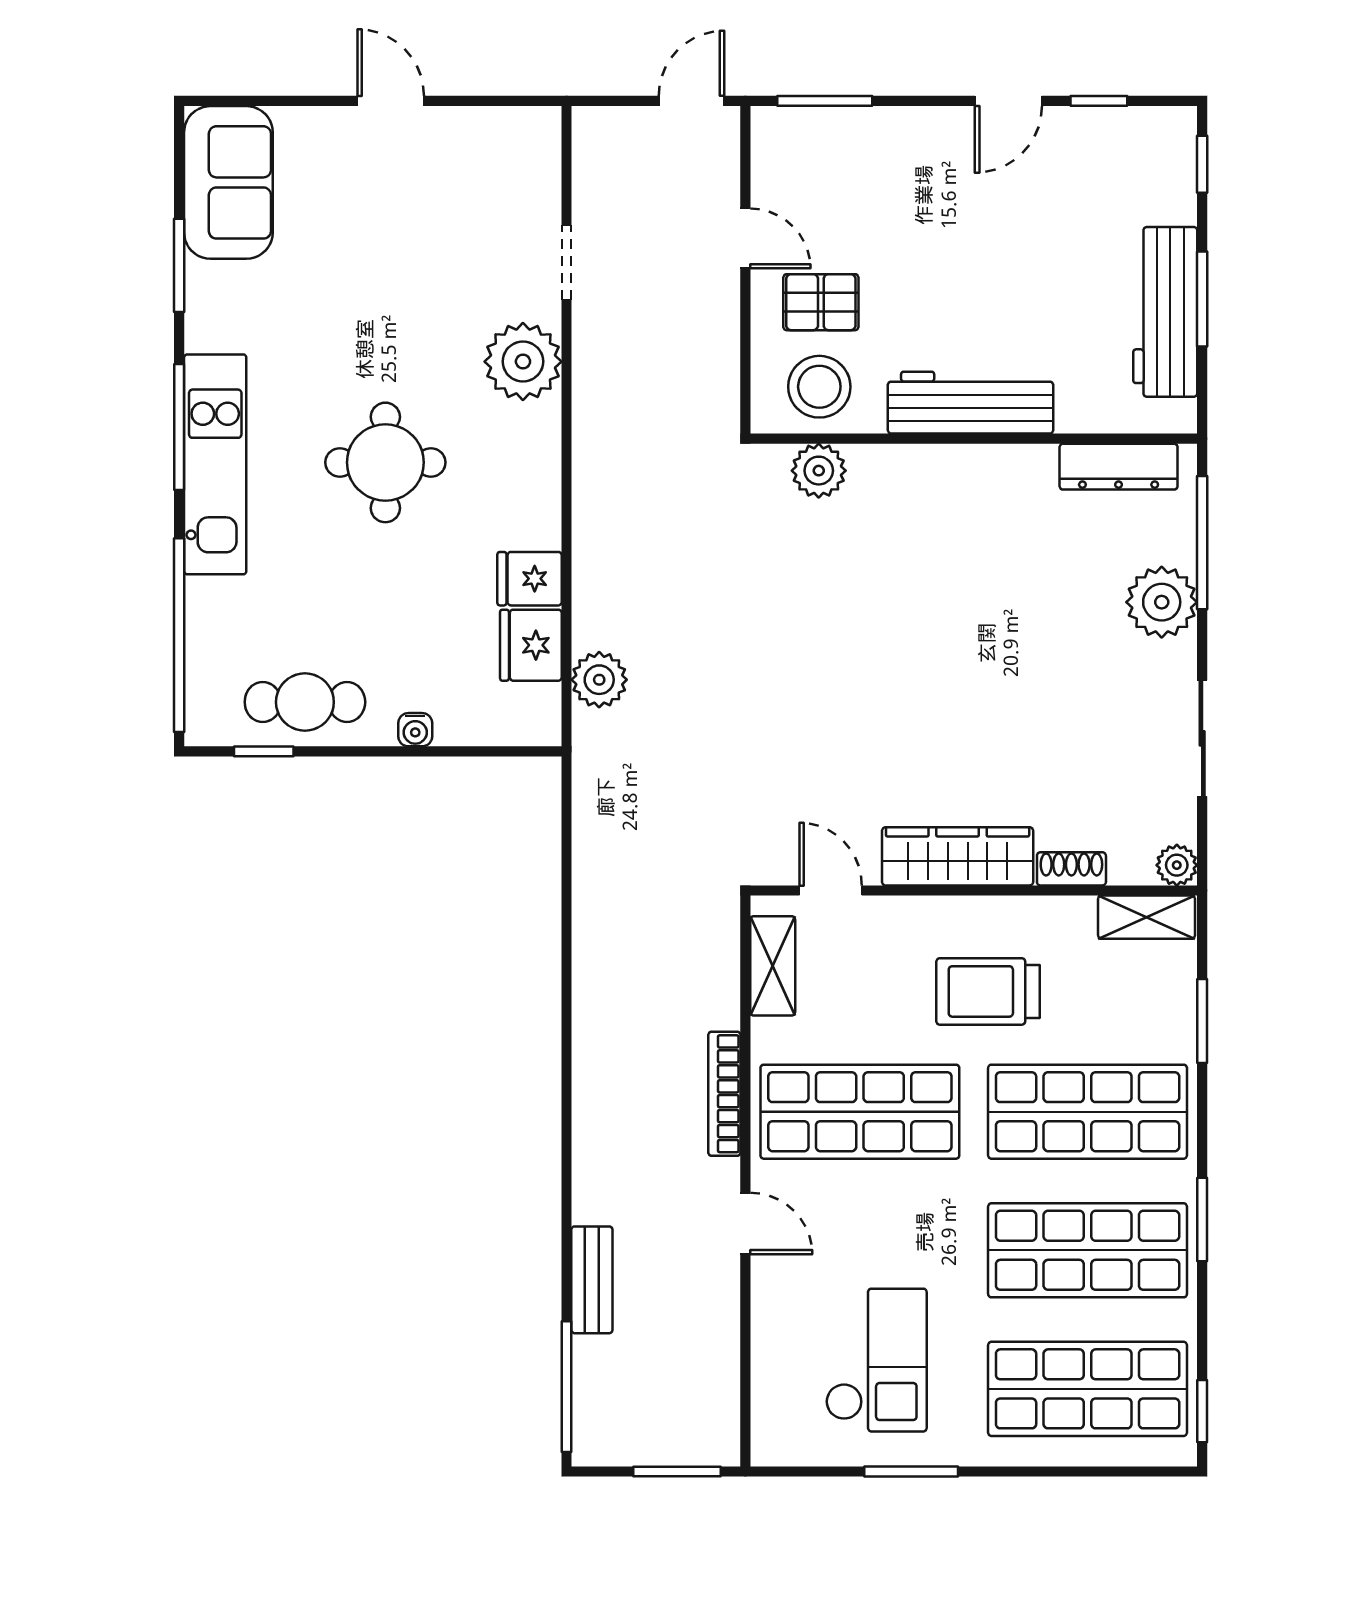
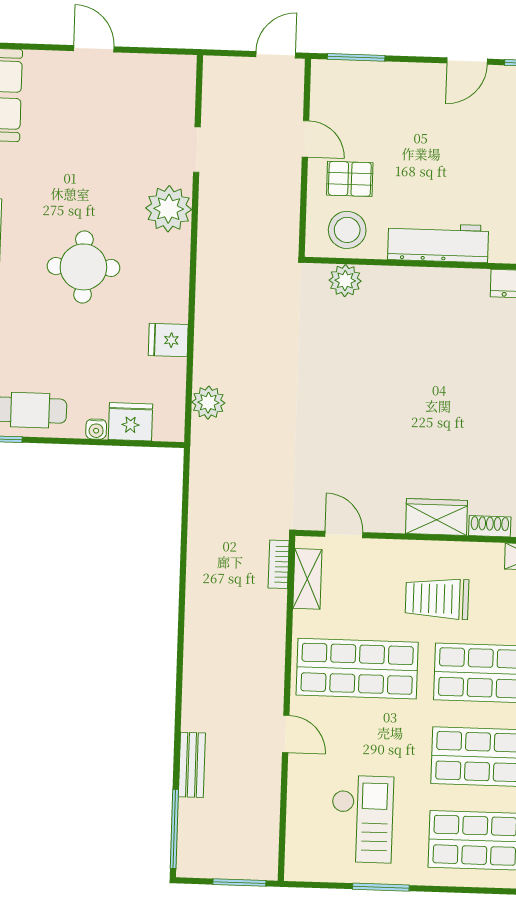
fridge: (531, 645) -> (131, 422), moved, turned 90
wardrobe: (958, 856) -> (436, 517), width x0.67
bookcase: (724, 1094) -> (279, 564), moved, width x0.64

